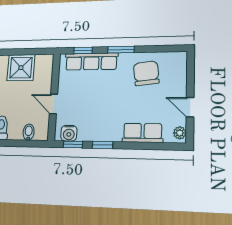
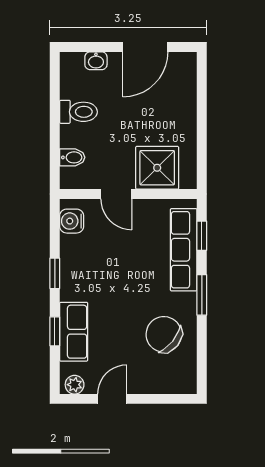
shower: (21, 68) -> (157, 168), moved
chair: (146, 73) -> (164, 334), turned -134
door: (54, 104) -> (116, 194), swing flipped
window: (73, 144) -> (55, 331), moved

